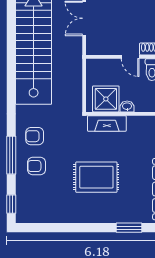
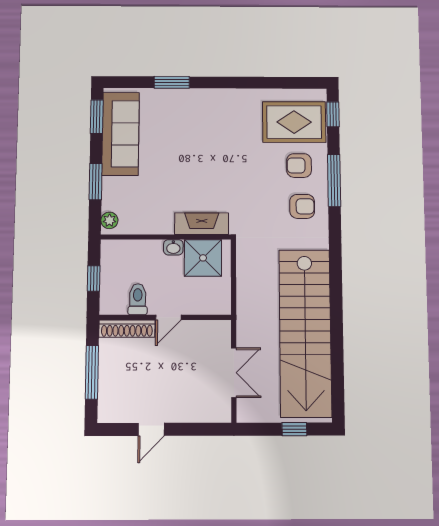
door: (130, 57) -> (168, 317), swing flipped
armchair: (37, 166) -> (299, 166), turned 180
rug: (96, 177) -> (294, 122), moved

